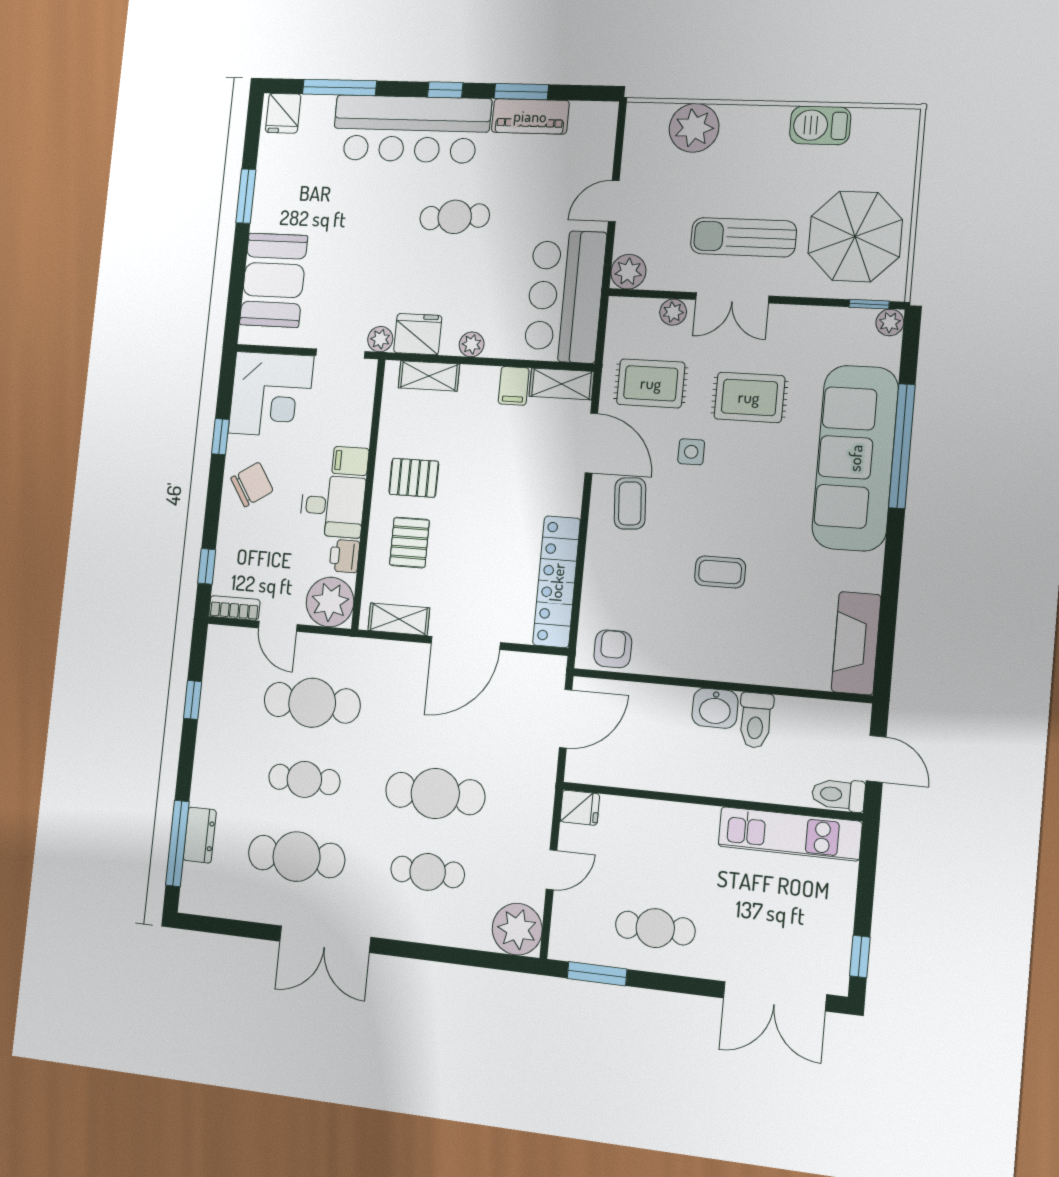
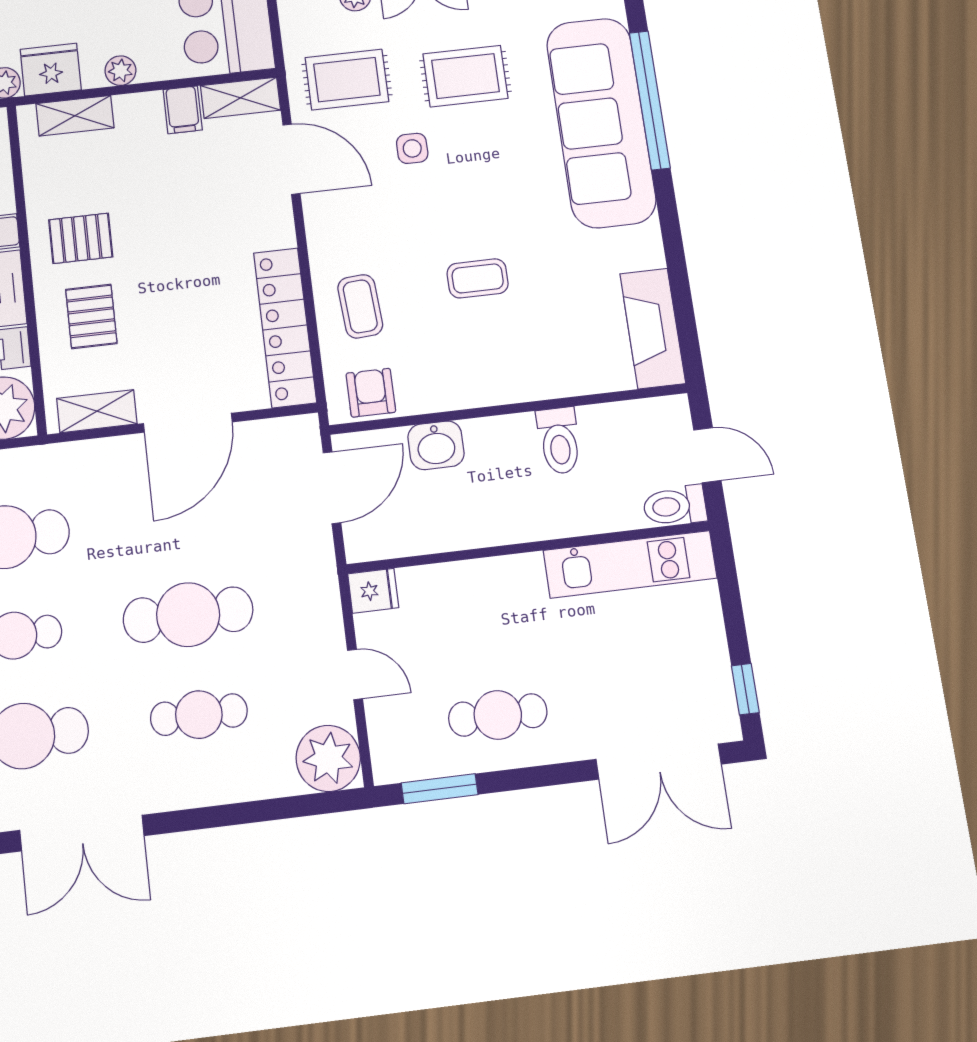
coffee table: (630, 503) -> (360, 306), moved
washbasin: (715, 708) -> (436, 445), moved
door: (552, 870) -> (355, 674), hinge flipped

